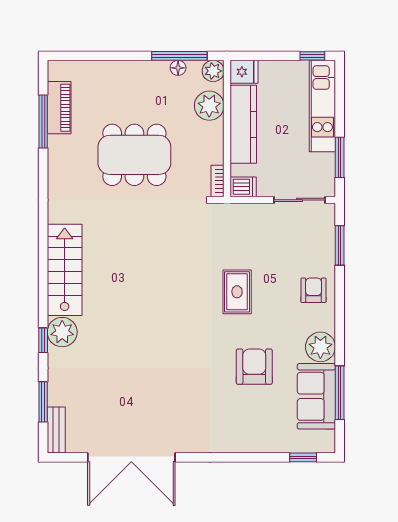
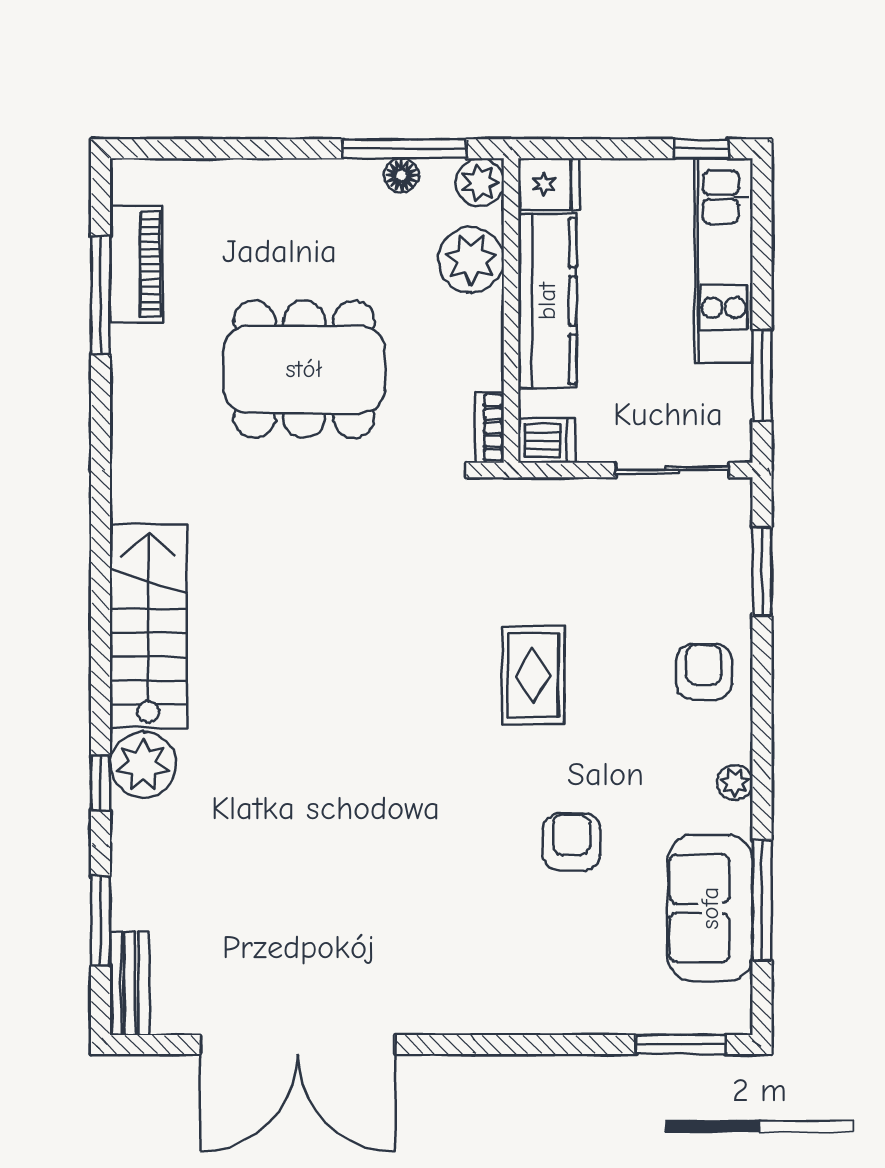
plant: (320, 347) -> (735, 782), width x0.53, depth x0.53
armchair: (254, 367) -> (572, 842), width x0.72, depth x0.72
window: (303, 457) -> (681, 1045), width x1.50

